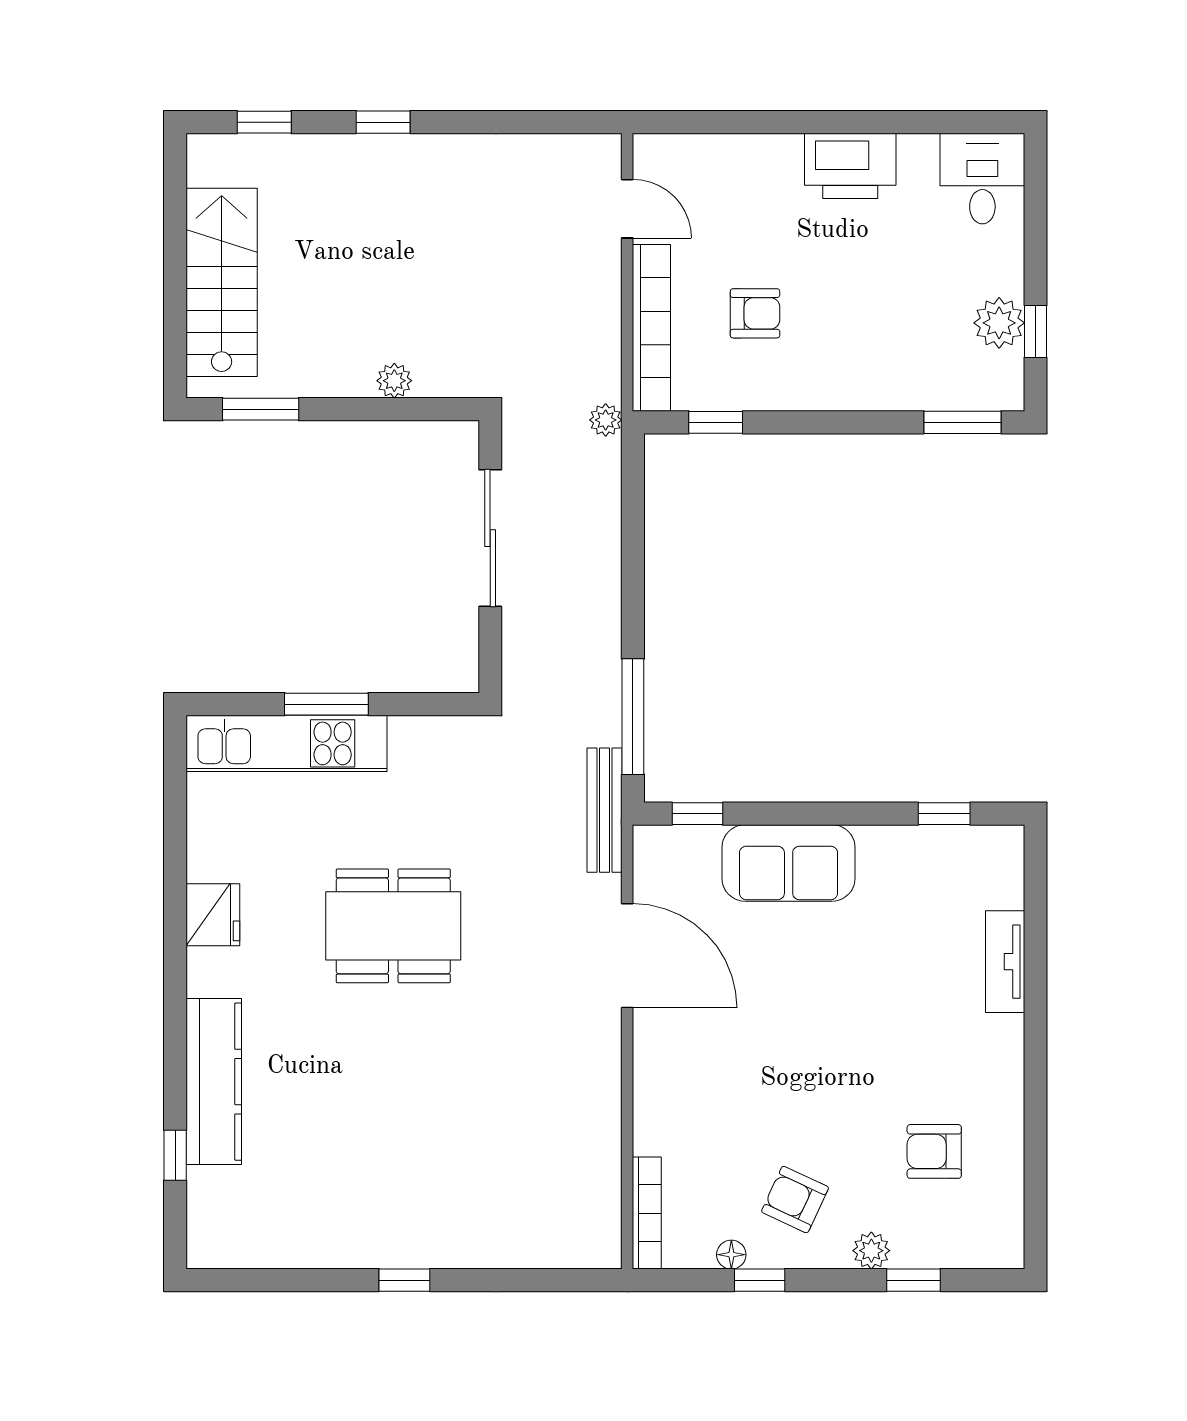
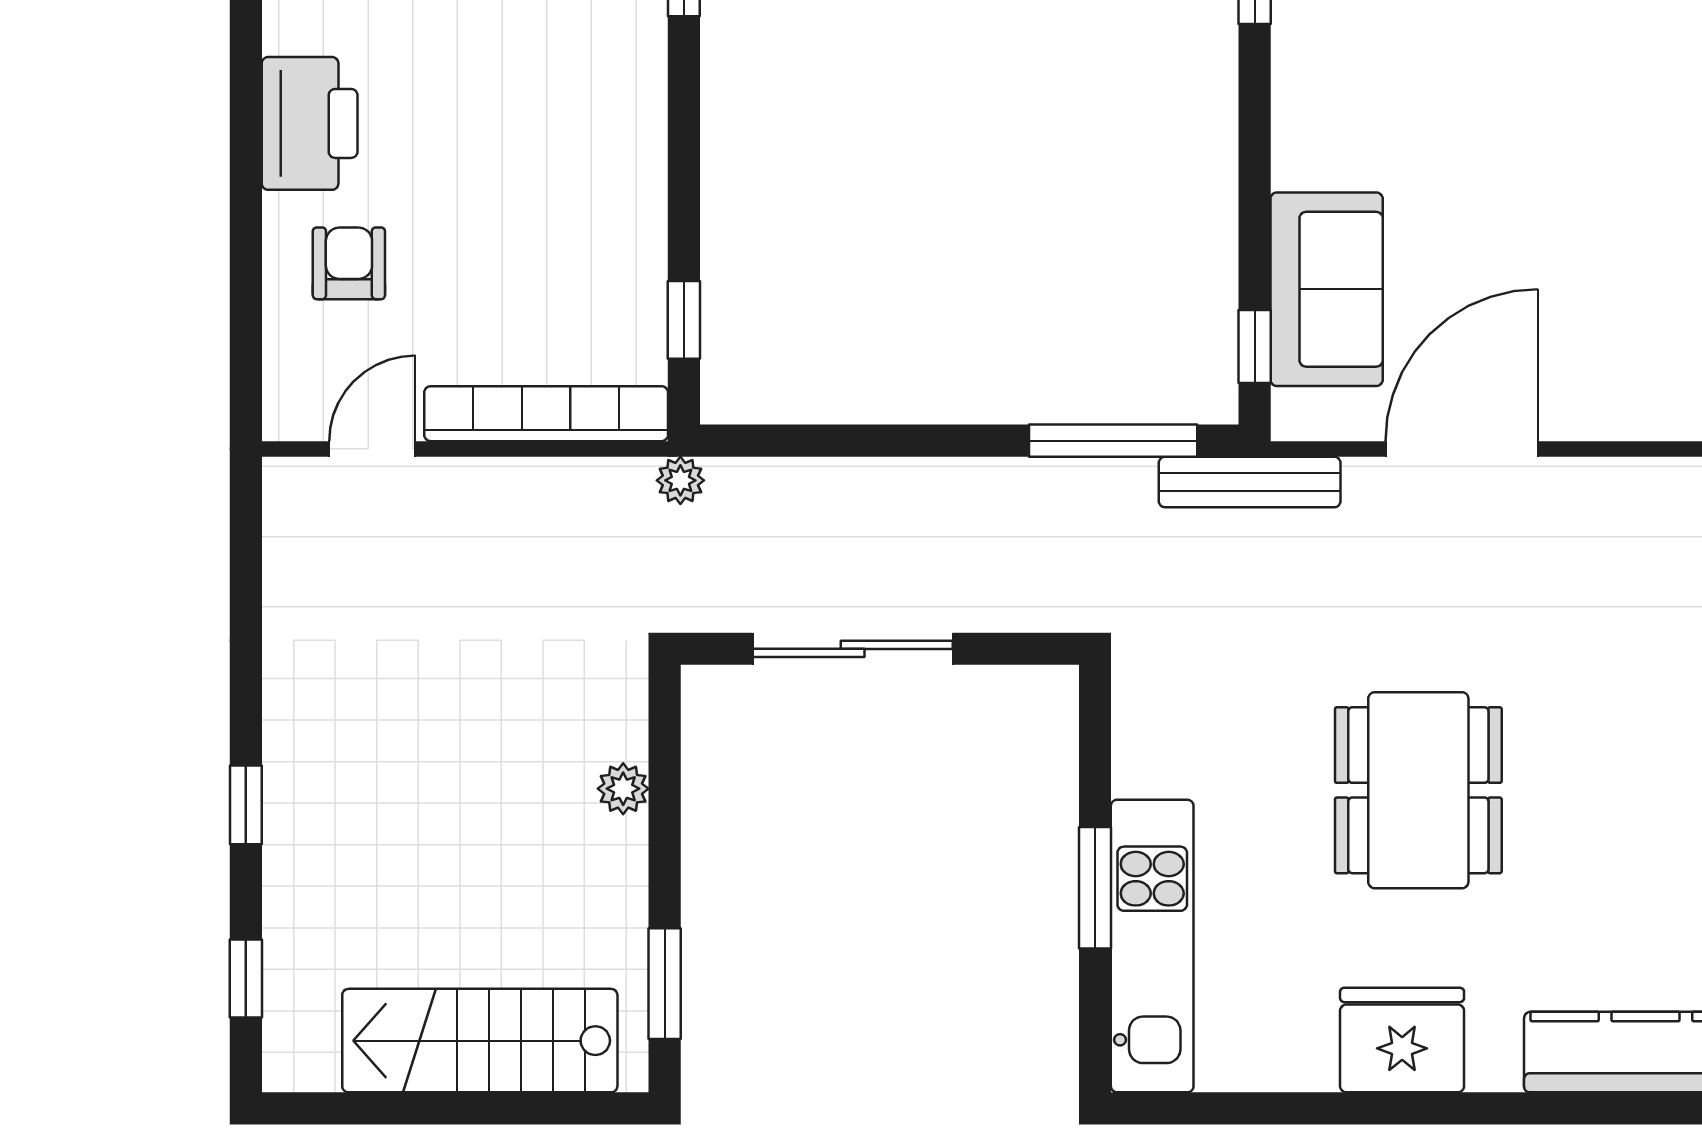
armchair: (755, 313) -> (349, 263), moved
sofa: (789, 863) -> (1327, 289), moved
fridge: (213, 915) -> (1402, 1040), width x1.36, depth x1.34

